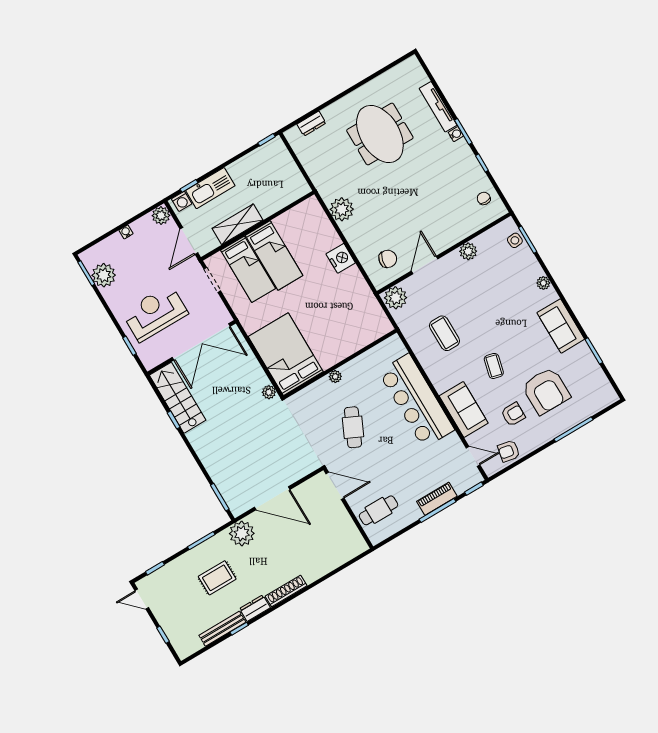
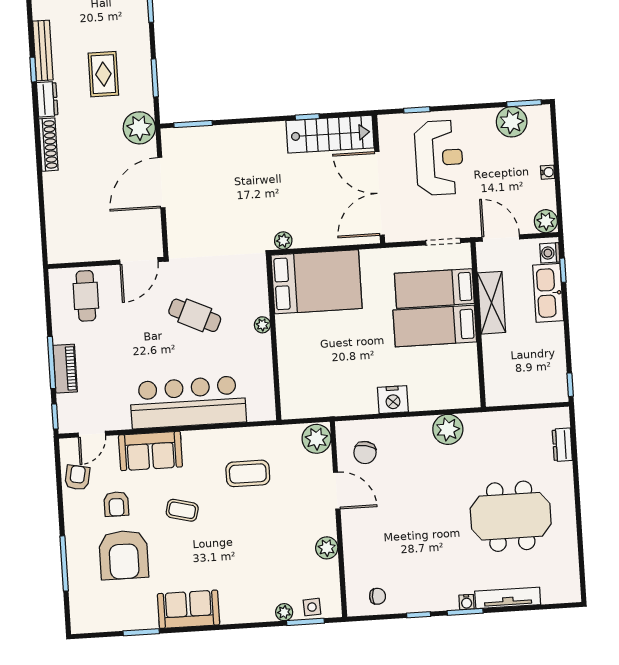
plant: (543, 283) -> (284, 612), moved
armchair: (546, 391) -> (124, 555), turned -90

